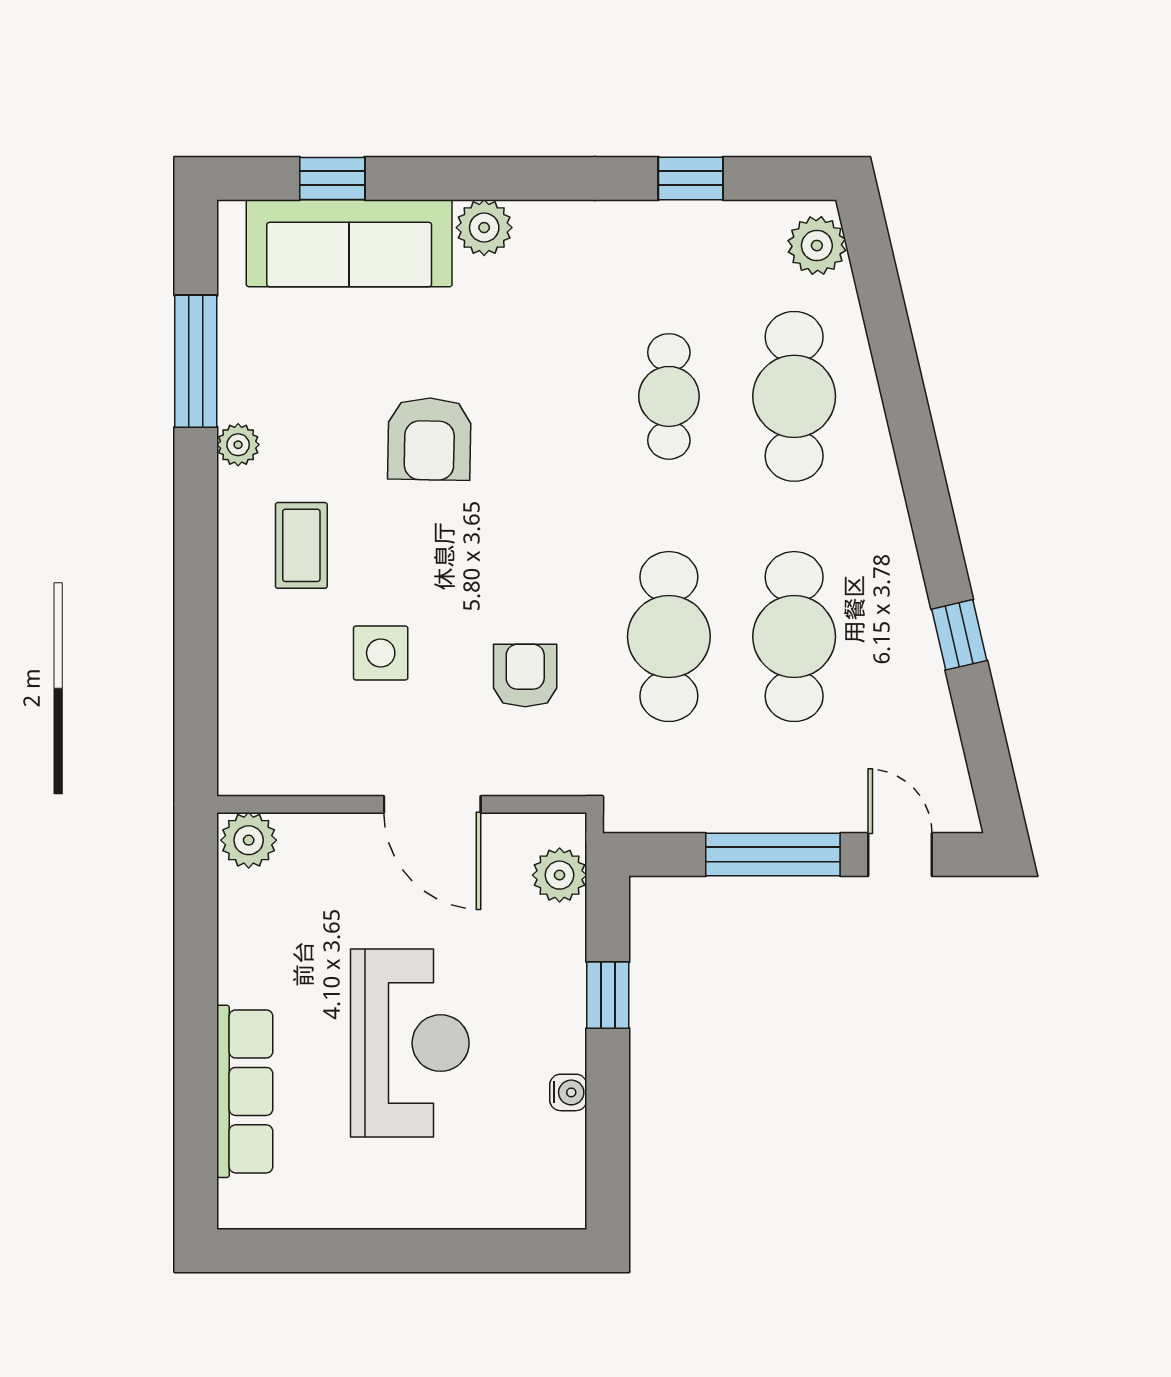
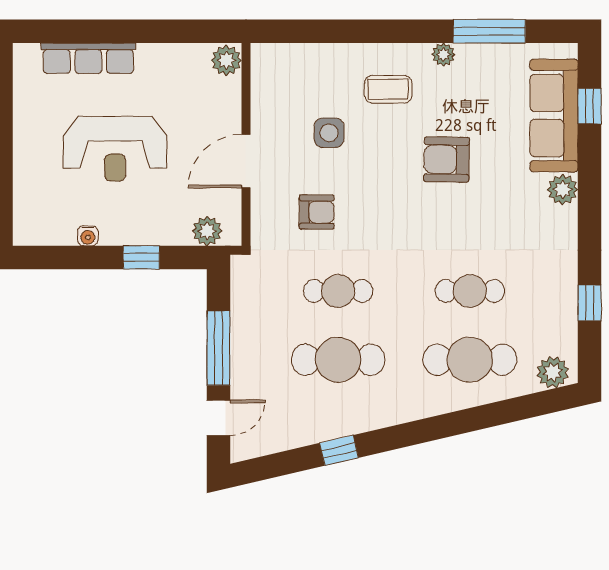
cafe table: (669, 637) -> (338, 291), width x0.73, depth x0.74

